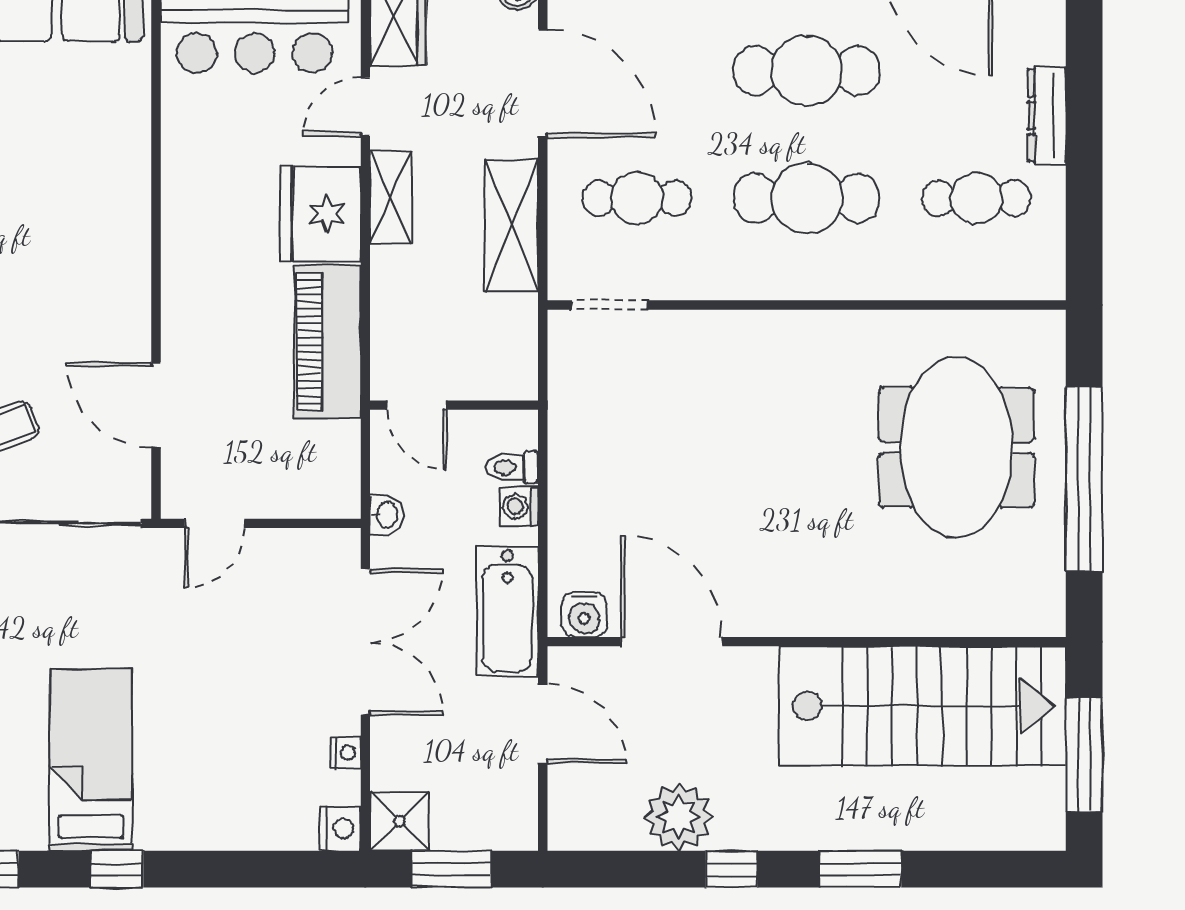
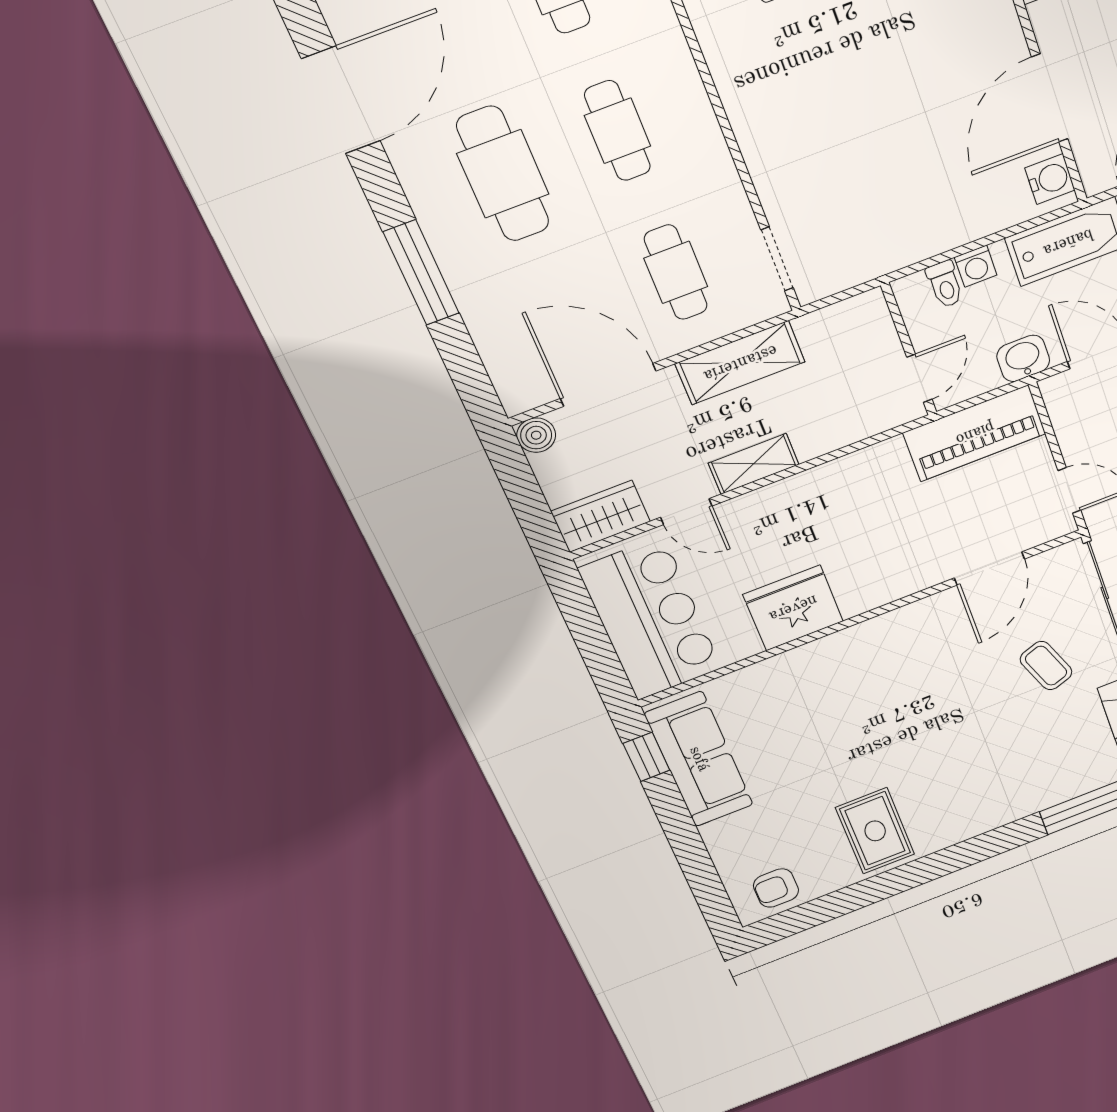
door: (543, 83) -> (608, 385), hinge flipped
cafe table: (807, 198) -> (618, 131), width x0.73, depth x0.74
fridge: (320, 214) -> (793, 608), moved, turned 180
piano: (328, 342) -> (975, 433), moved
washbasin: (386, 515) -> (1023, 358), width x1.38, depth x1.45

